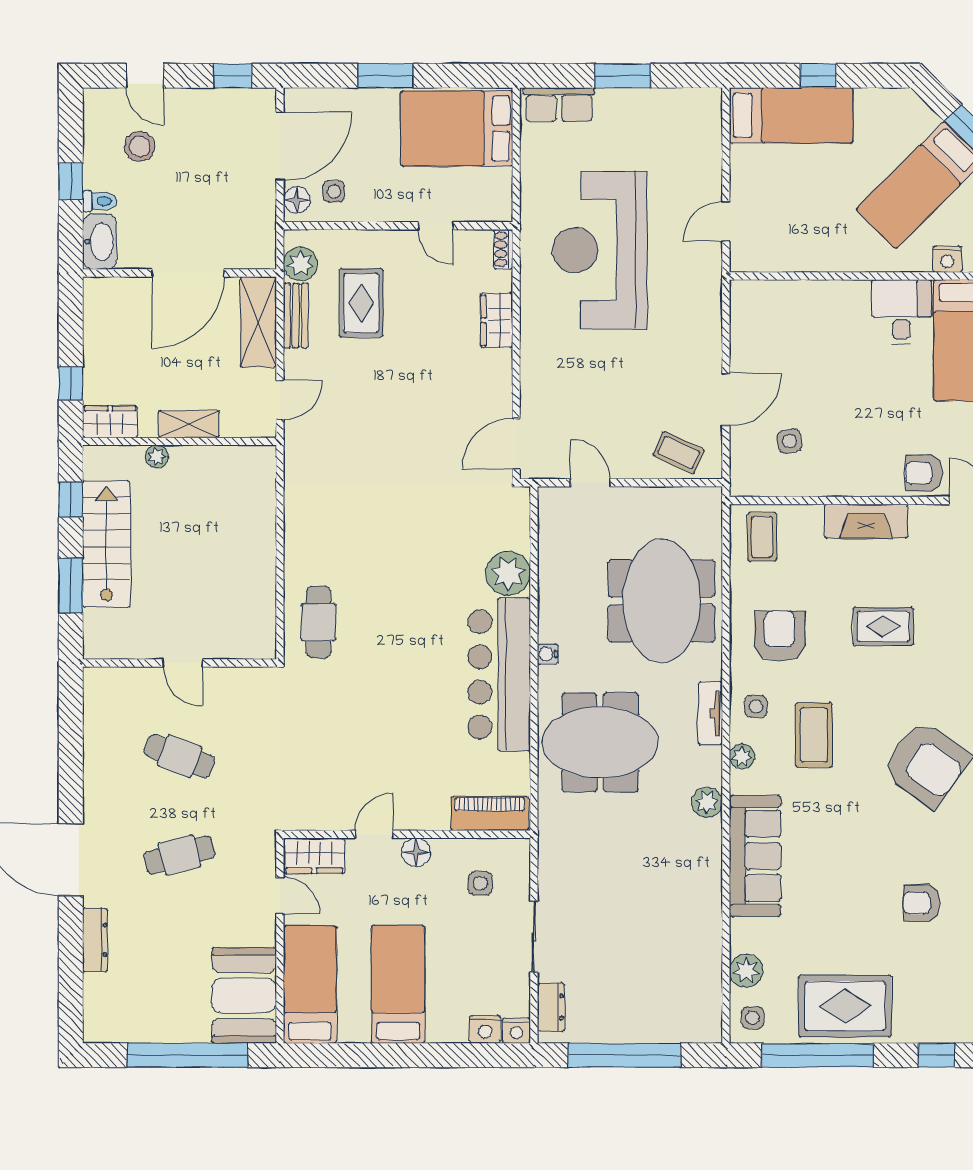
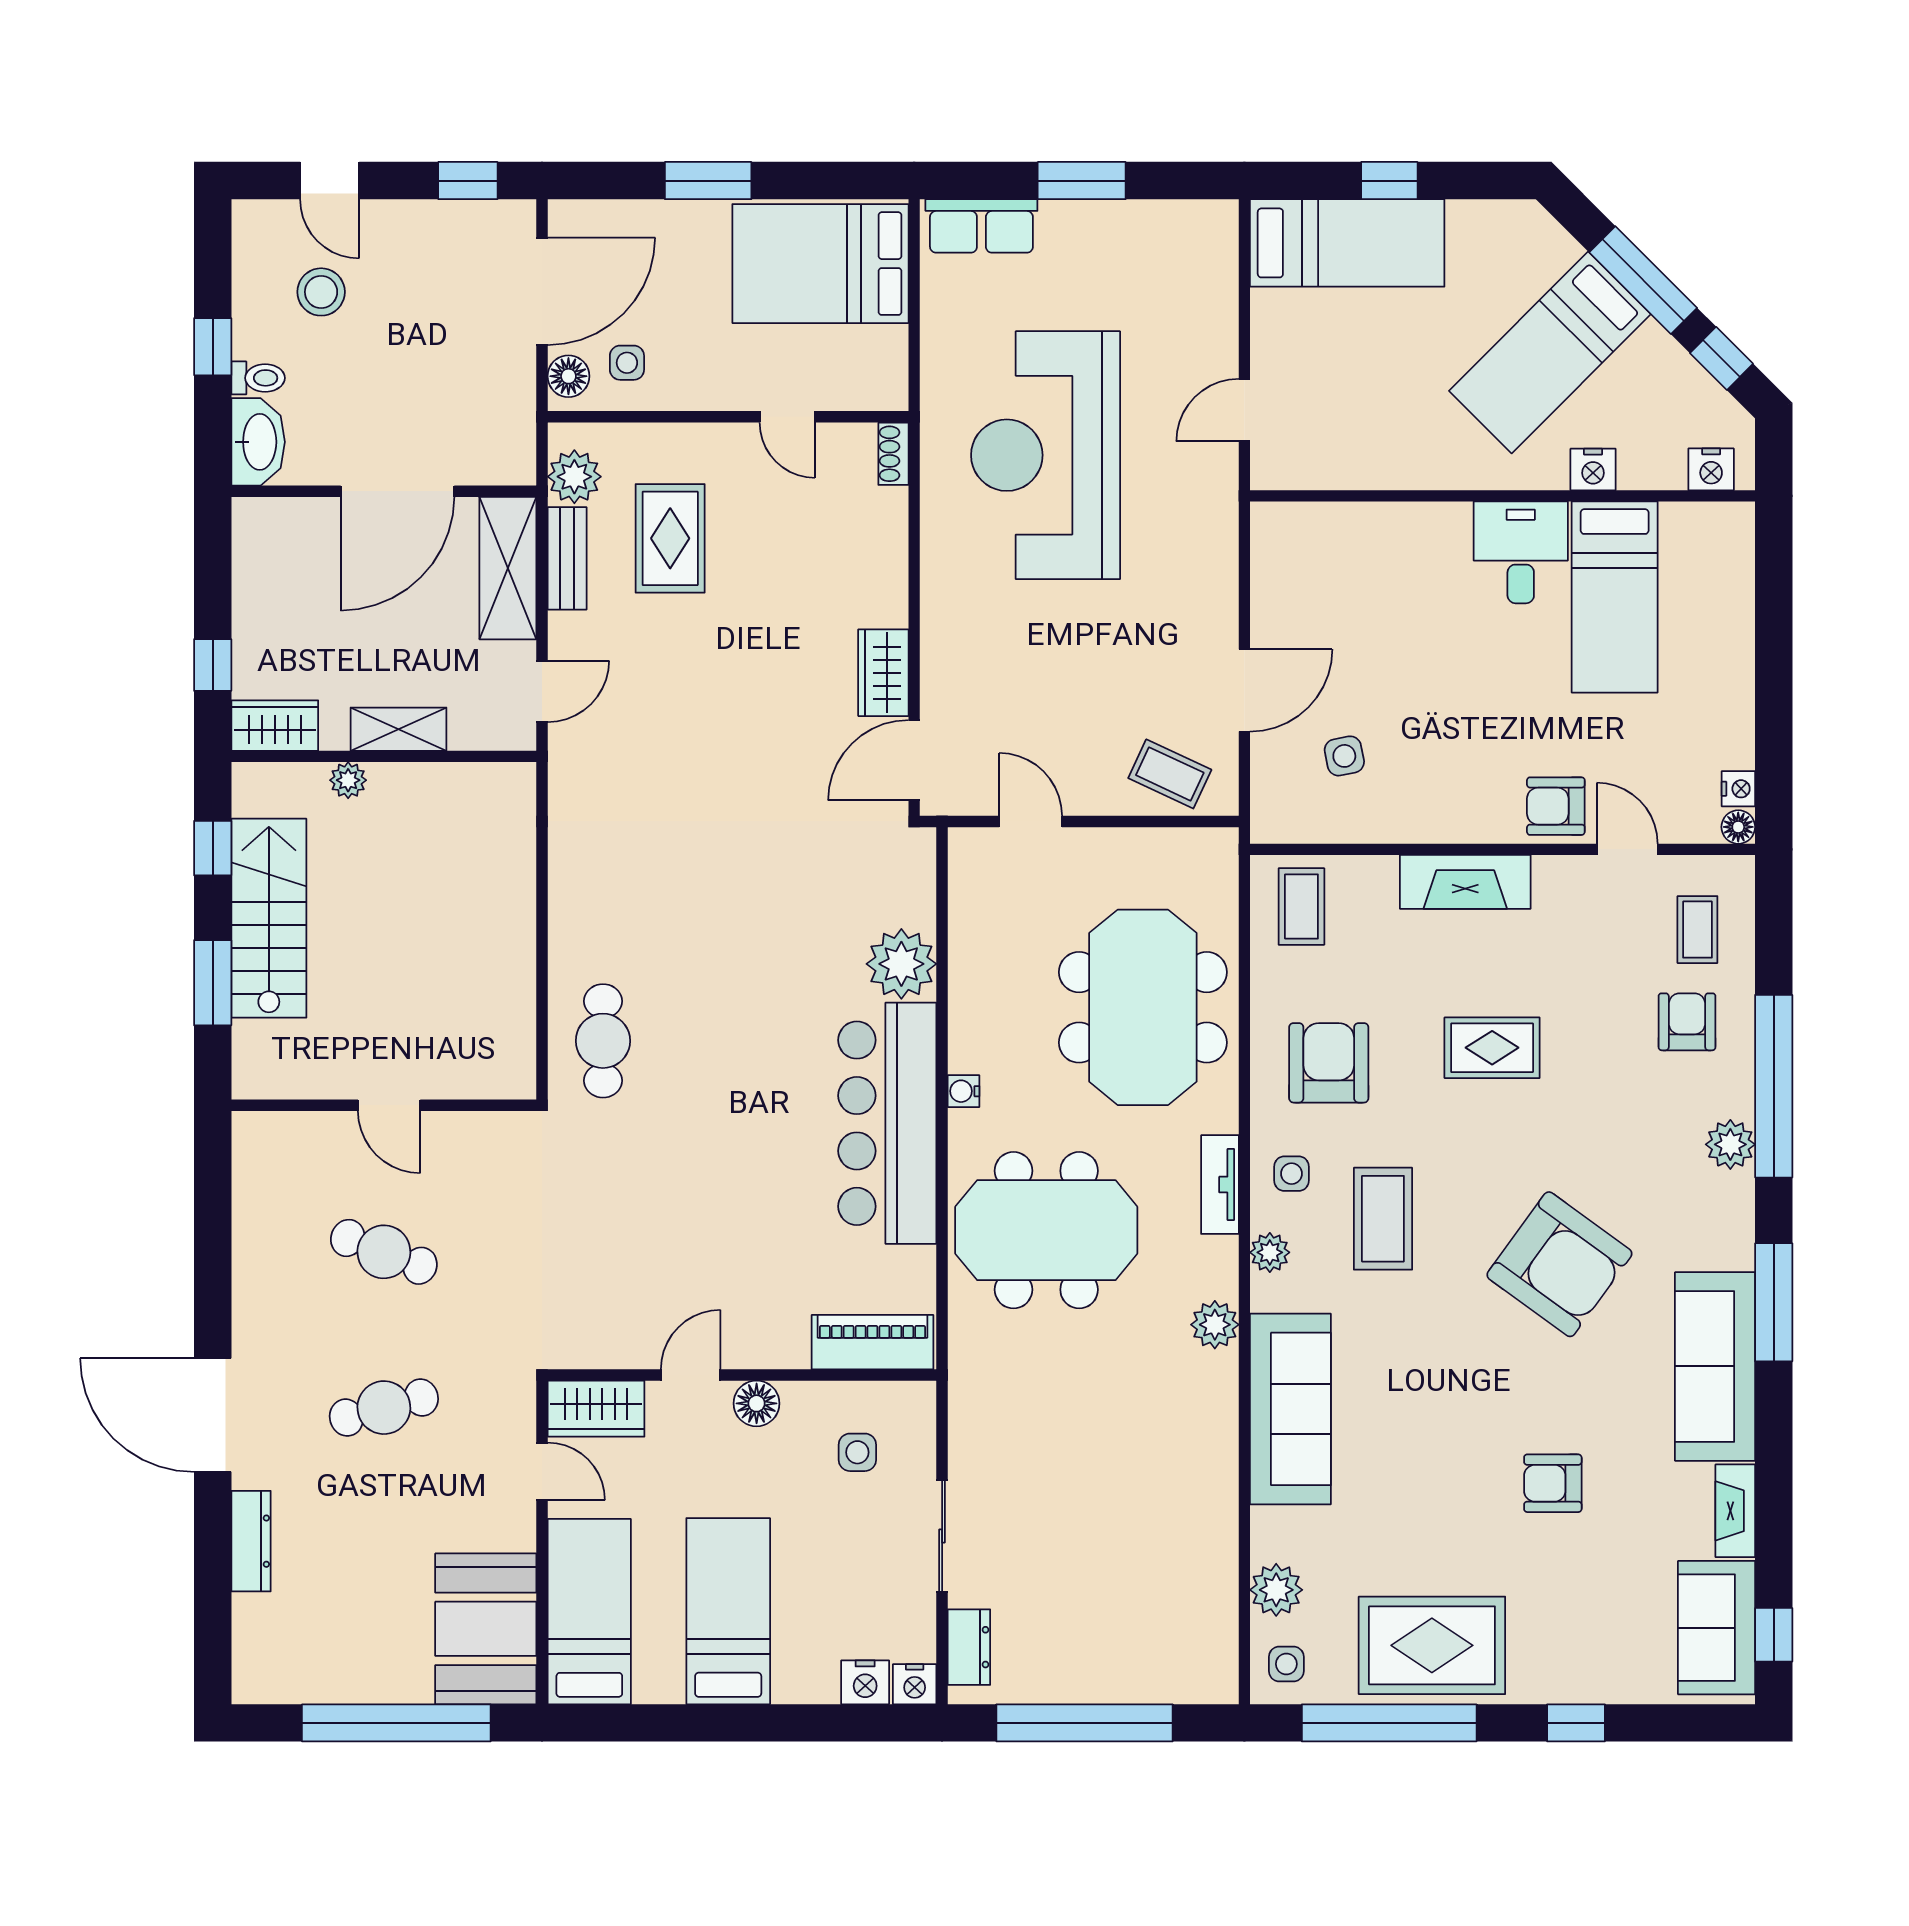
wardrobe: (497, 320) -> (883, 673), moved

